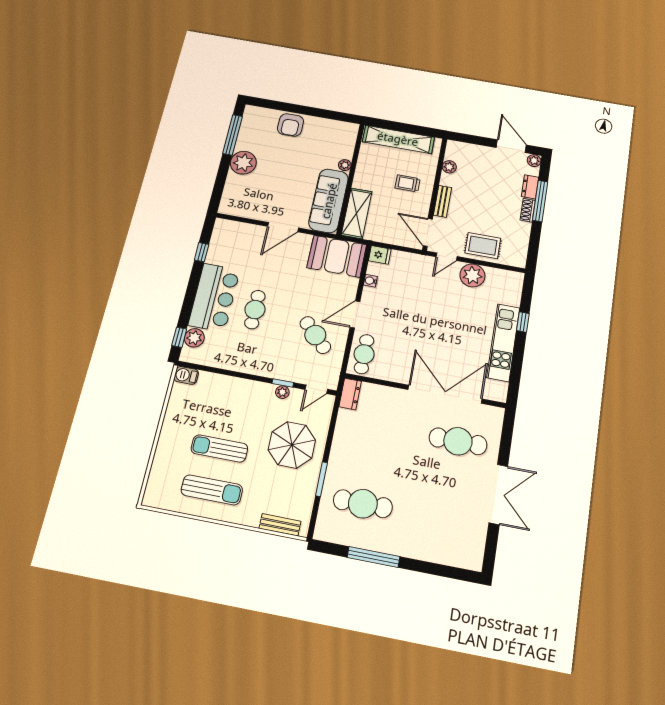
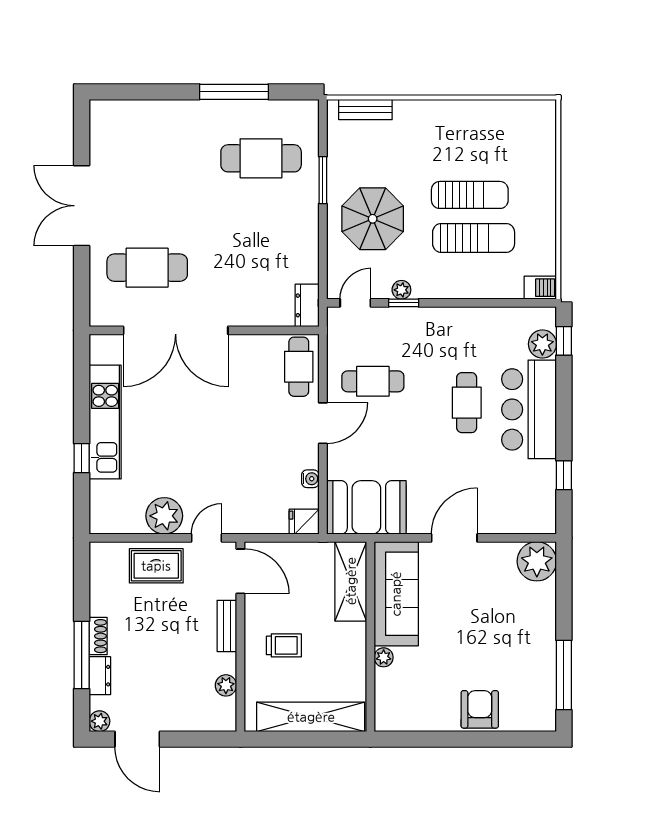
plant: (243, 163) -> (537, 561), moved
cafe table: (315, 335) -> (373, 381), turned -46
sun lounger: (212, 490) -> (474, 238), moved, turned 180

